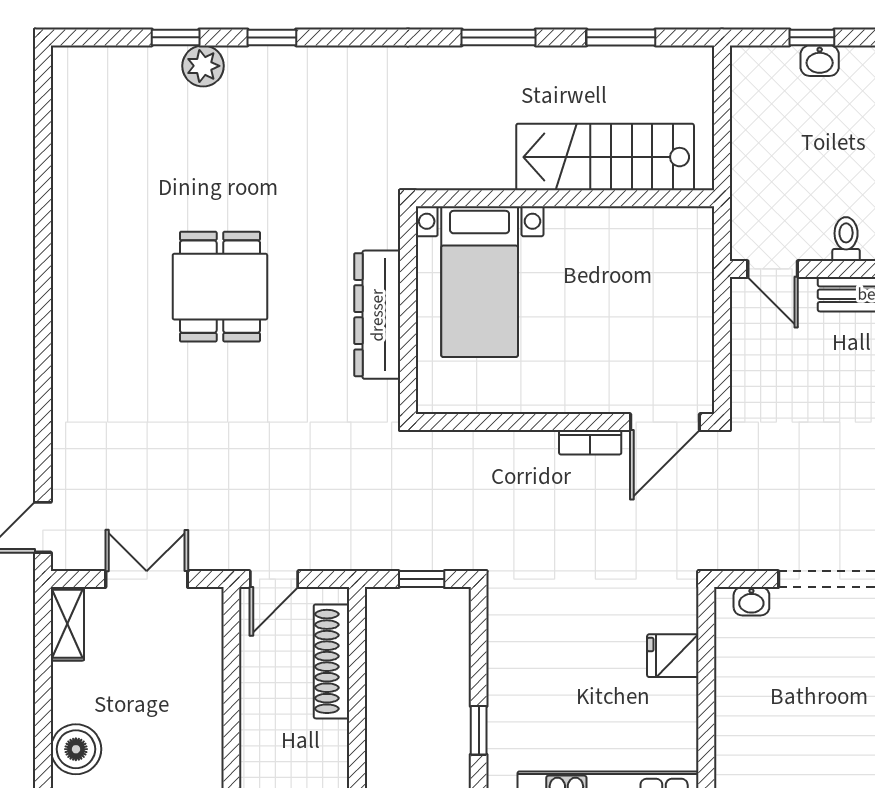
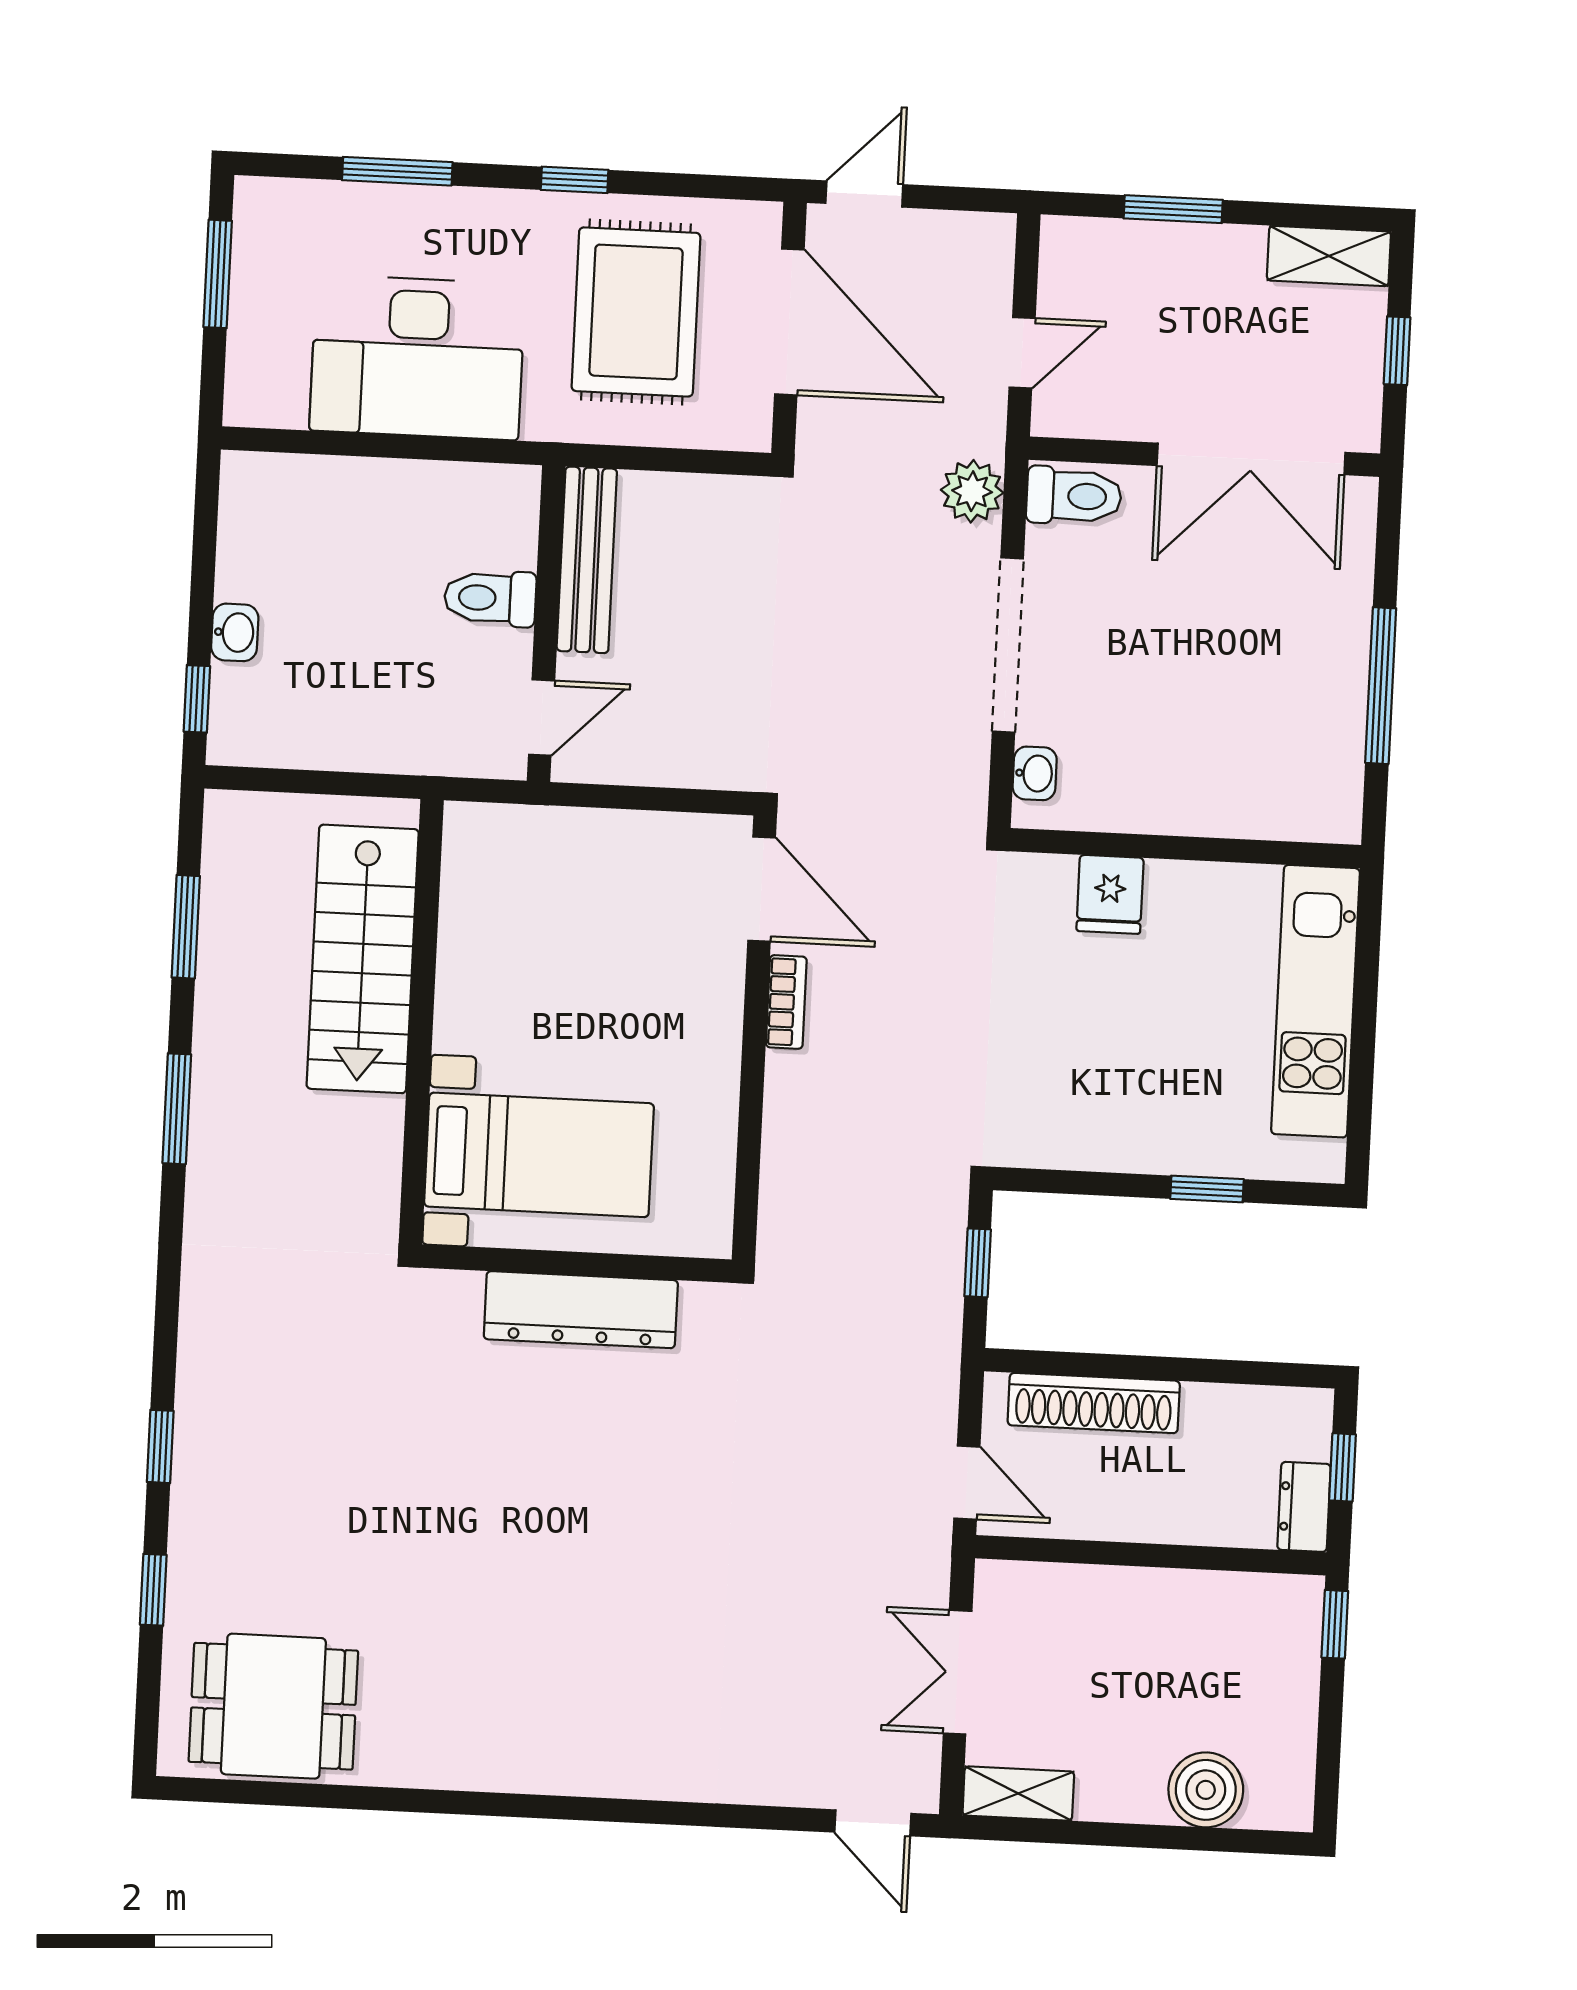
window: (812, 37) -> (197, 699), moved
plant: (203, 66) -> (198, 1551), removed
toilet: (846, 239) -> (490, 598), width x1.37, depth x1.39
dining table: (220, 287) -> (273, 1706), moved

